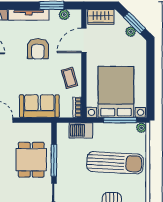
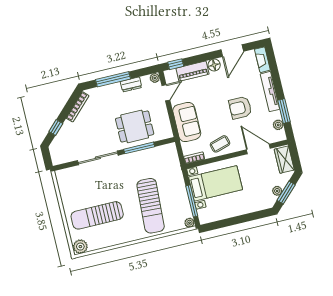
bed with nightstands: (116, 92) -> (216, 183), width x0.73
barbecue: (81, 130) -> (173, 166), removed

